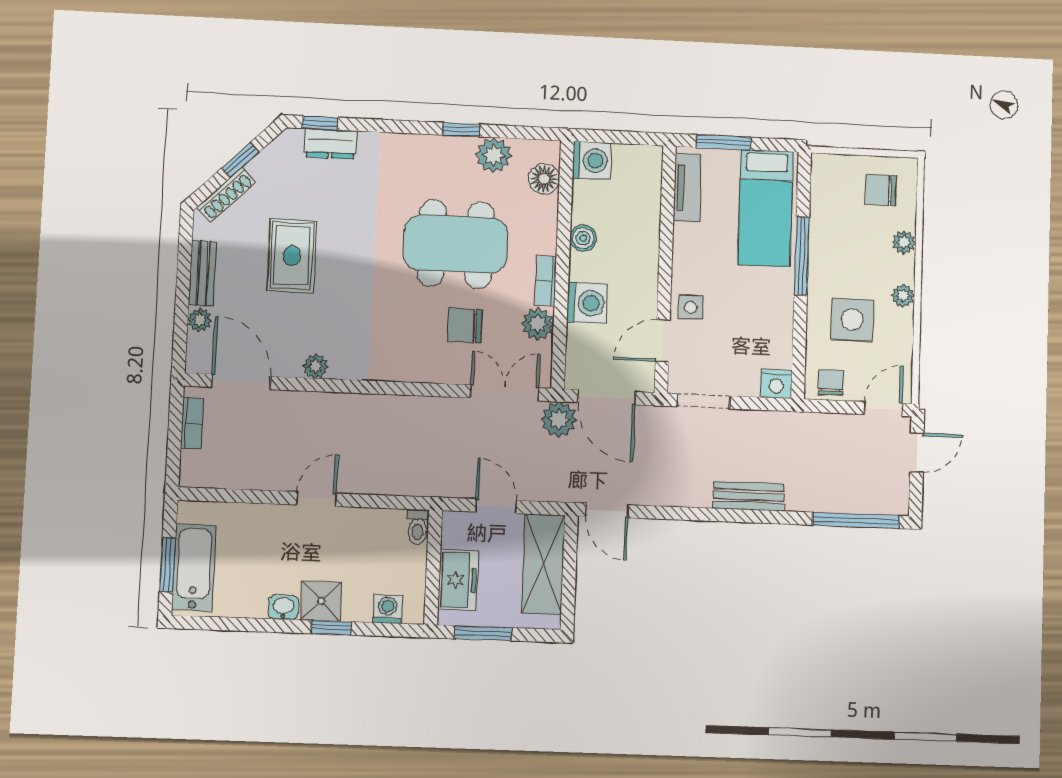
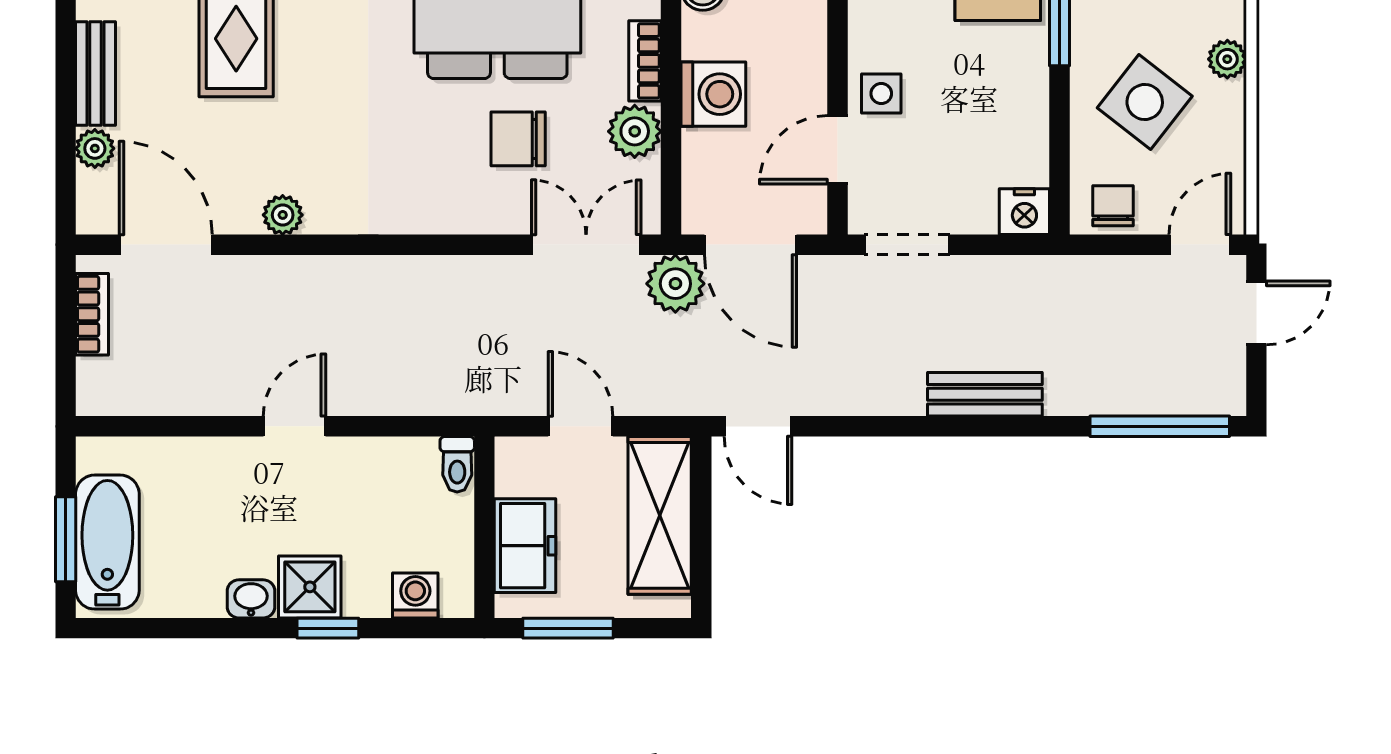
side table: (852, 320) -> (1145, 102), turned 38

